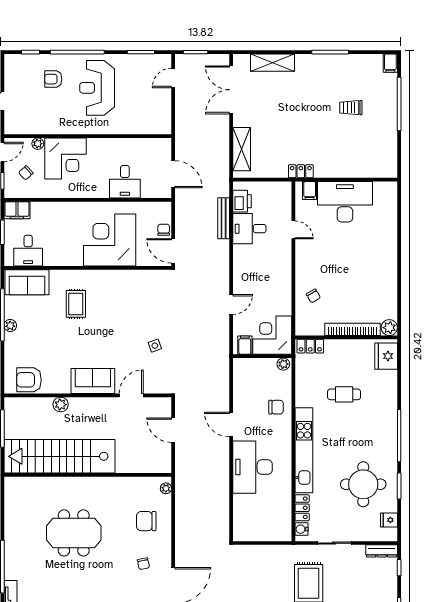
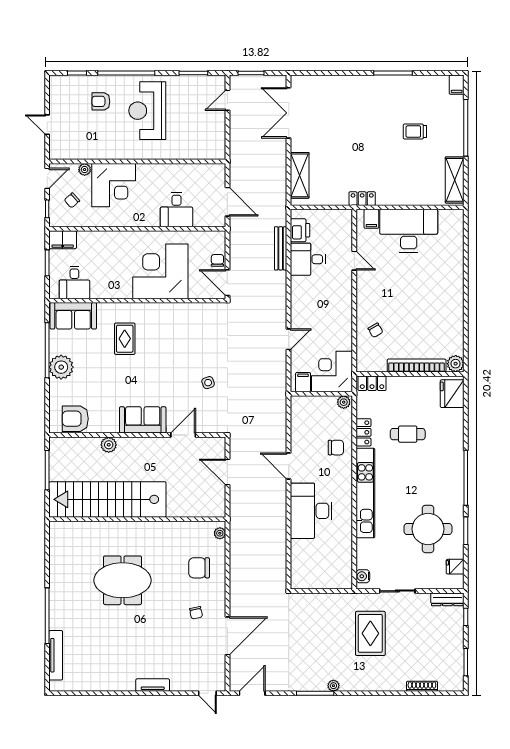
shelving: (273, 63) -> (455, 180), moved, turned 90
plant: (10, 325) -> (61, 367), width x1.88, depth x1.88
locker: (302, 508) -> (363, 432), moved

